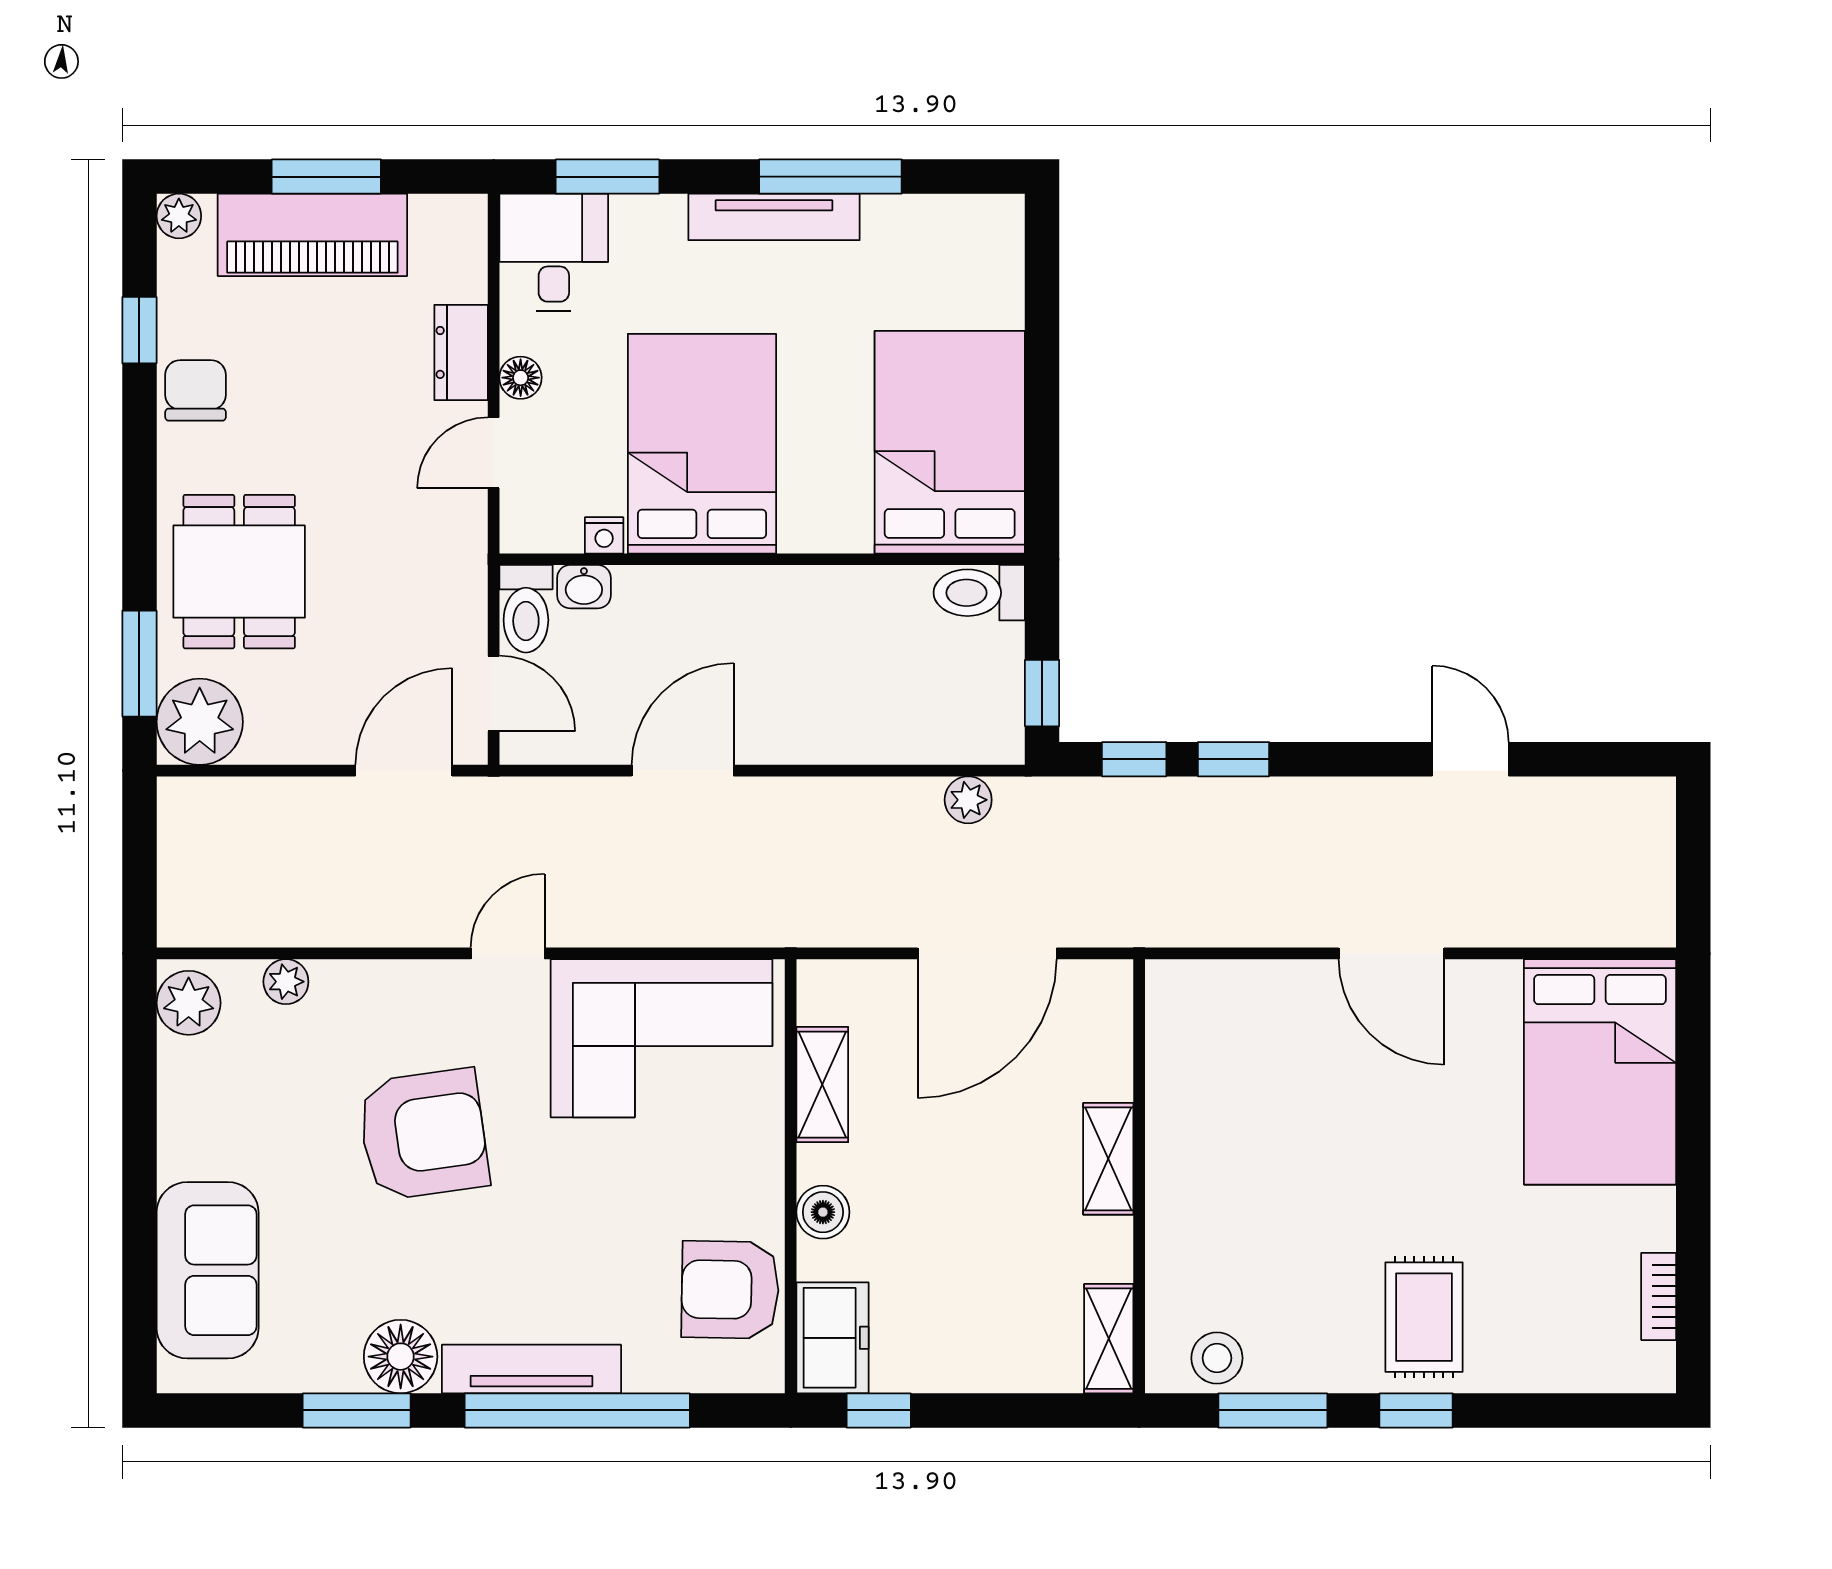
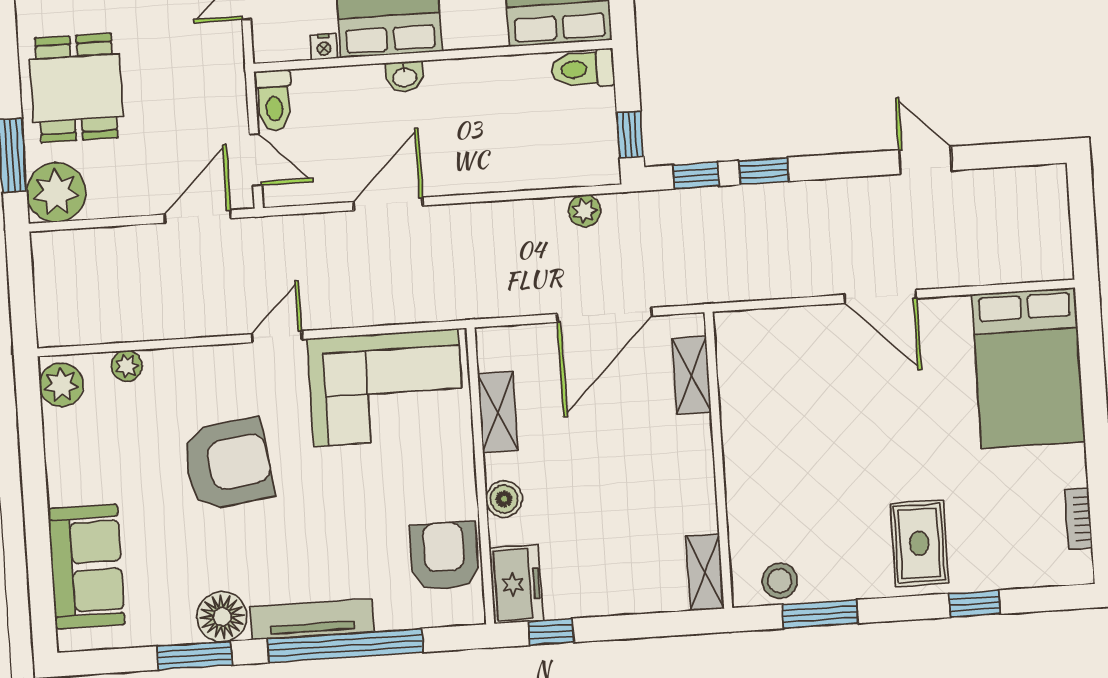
washbasin: (584, 587) -> (405, 77), moved
shelving: (1108, 1159) -> (692, 375), moved
armchair: (730, 1290) -> (444, 556), turned 89
window: (1416, 1410) -> (975, 604), moved

